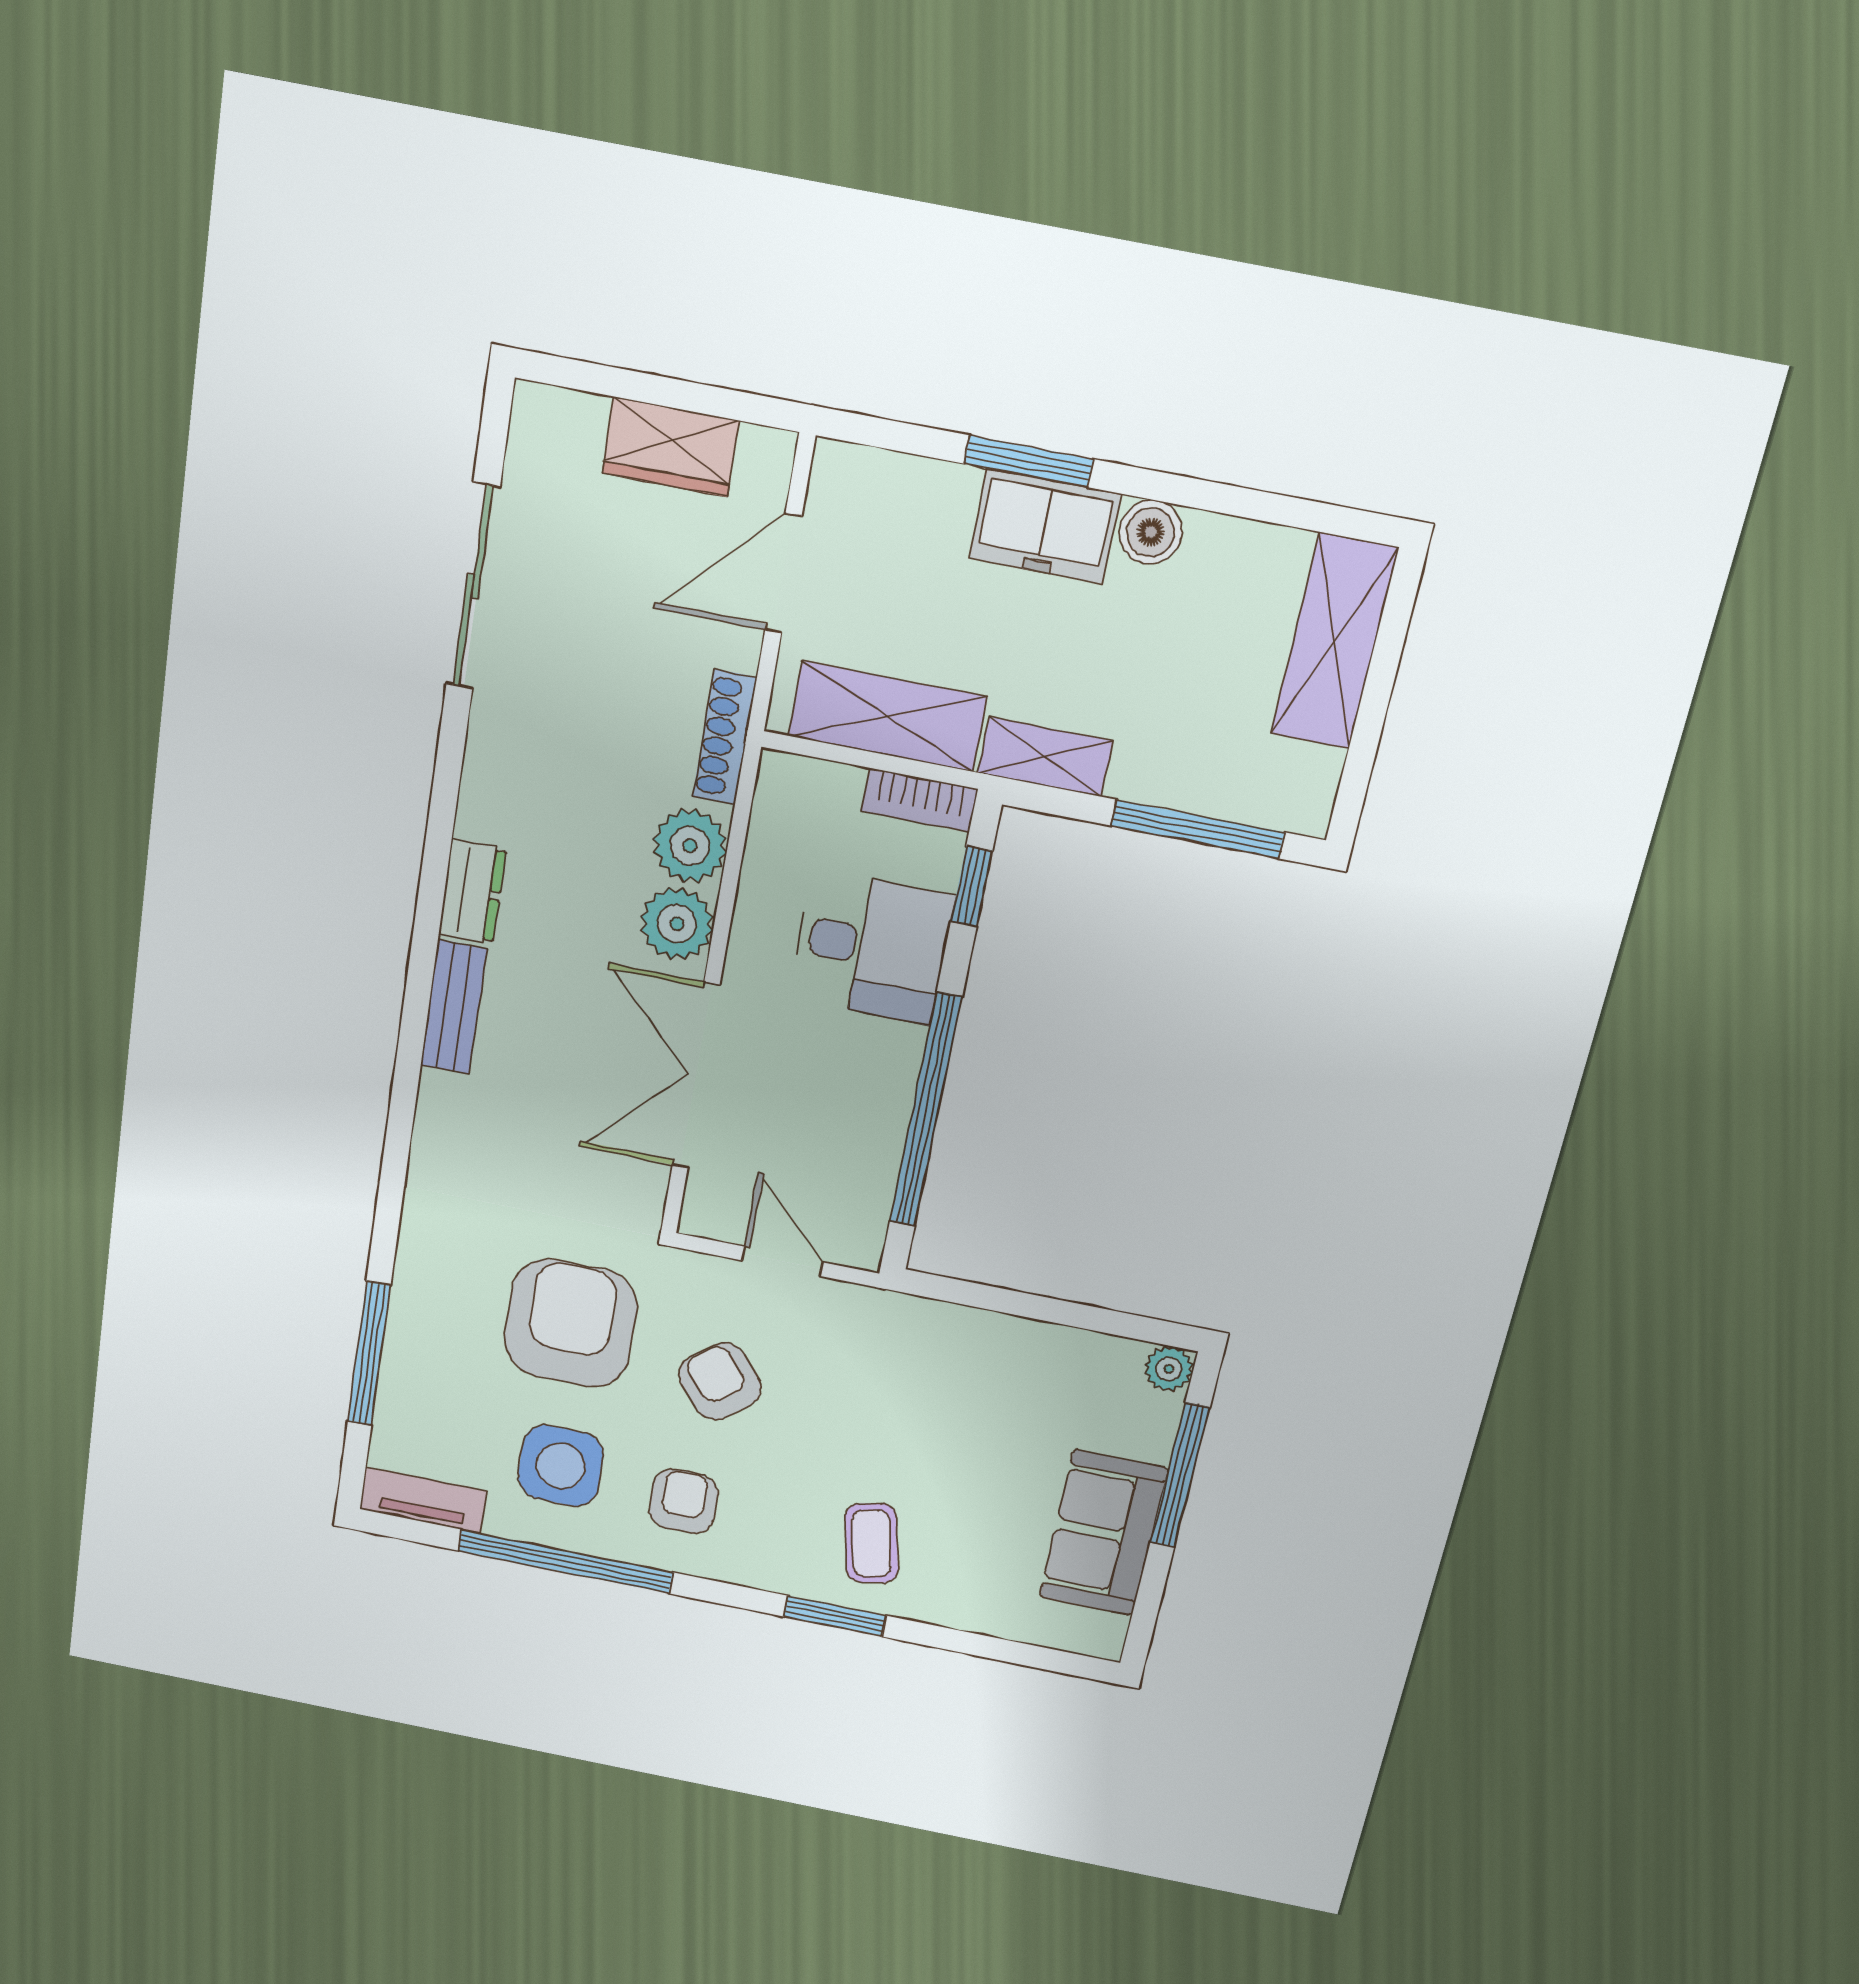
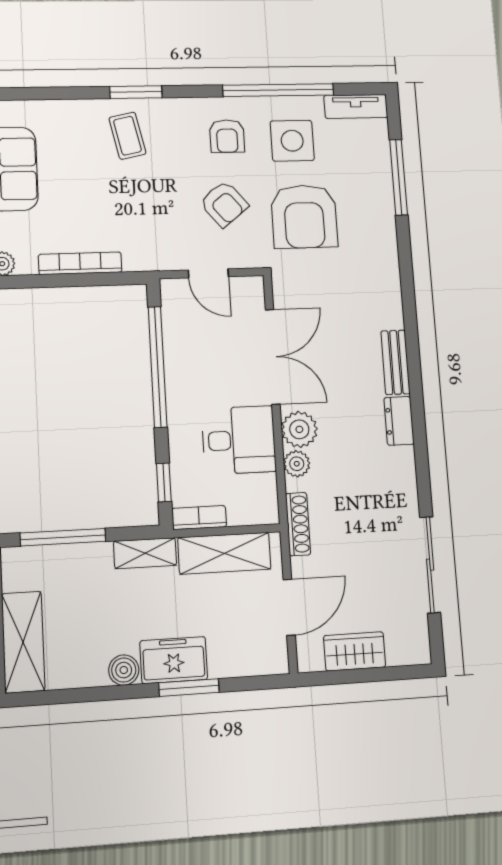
plant: (690, 846) -> (297, 464), width x0.73, depth x0.73
desk: (872, 947) -> (239, 440), moved, turned 180
bookcase: (1022, 1336) -> (80, 263), added

